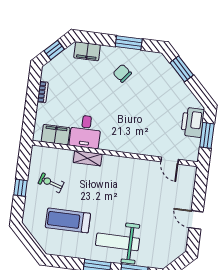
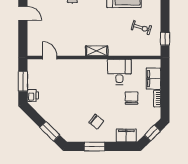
chair: (75, 97) -> (132, 98), added
printer: (193, 122) -> (33, 95), width x0.53, depth x0.68
filing cabinet: (56, 135) -> (153, 79), moved, turned 90
shelving: (88, 158) -> (97, 51), moved
window: (20, 188) -> (165, 39), moved

